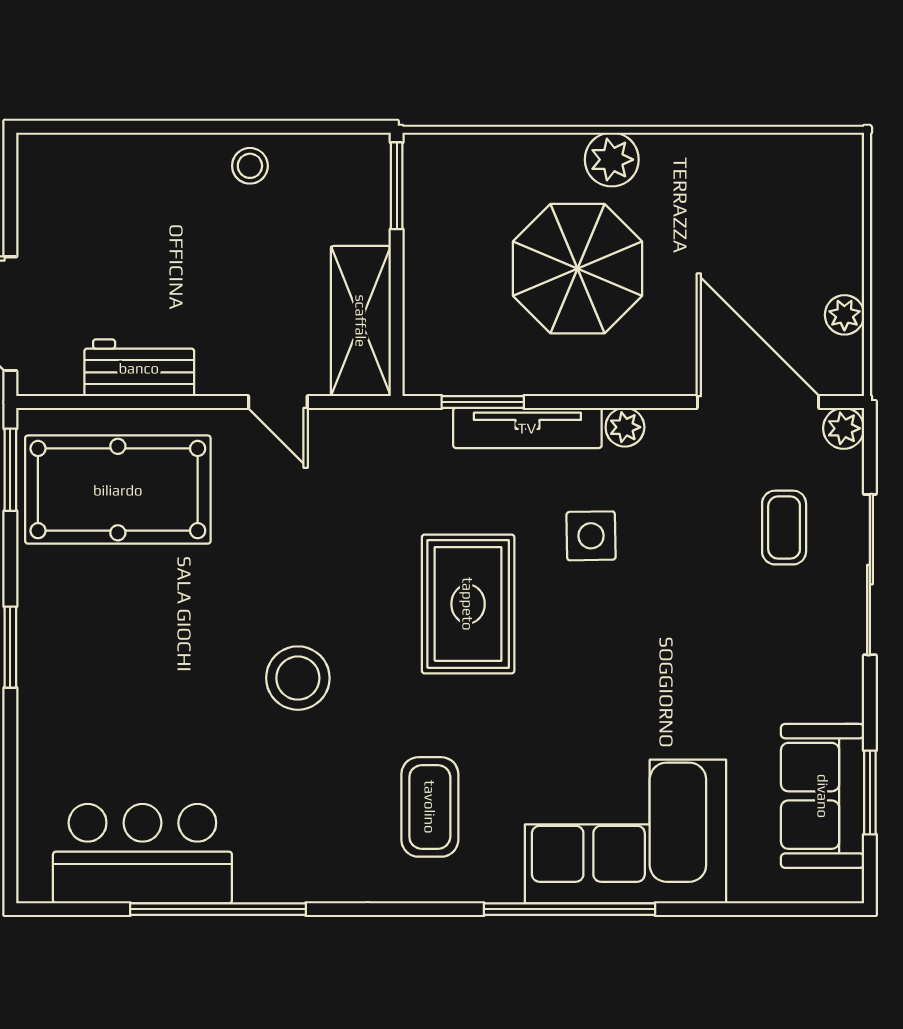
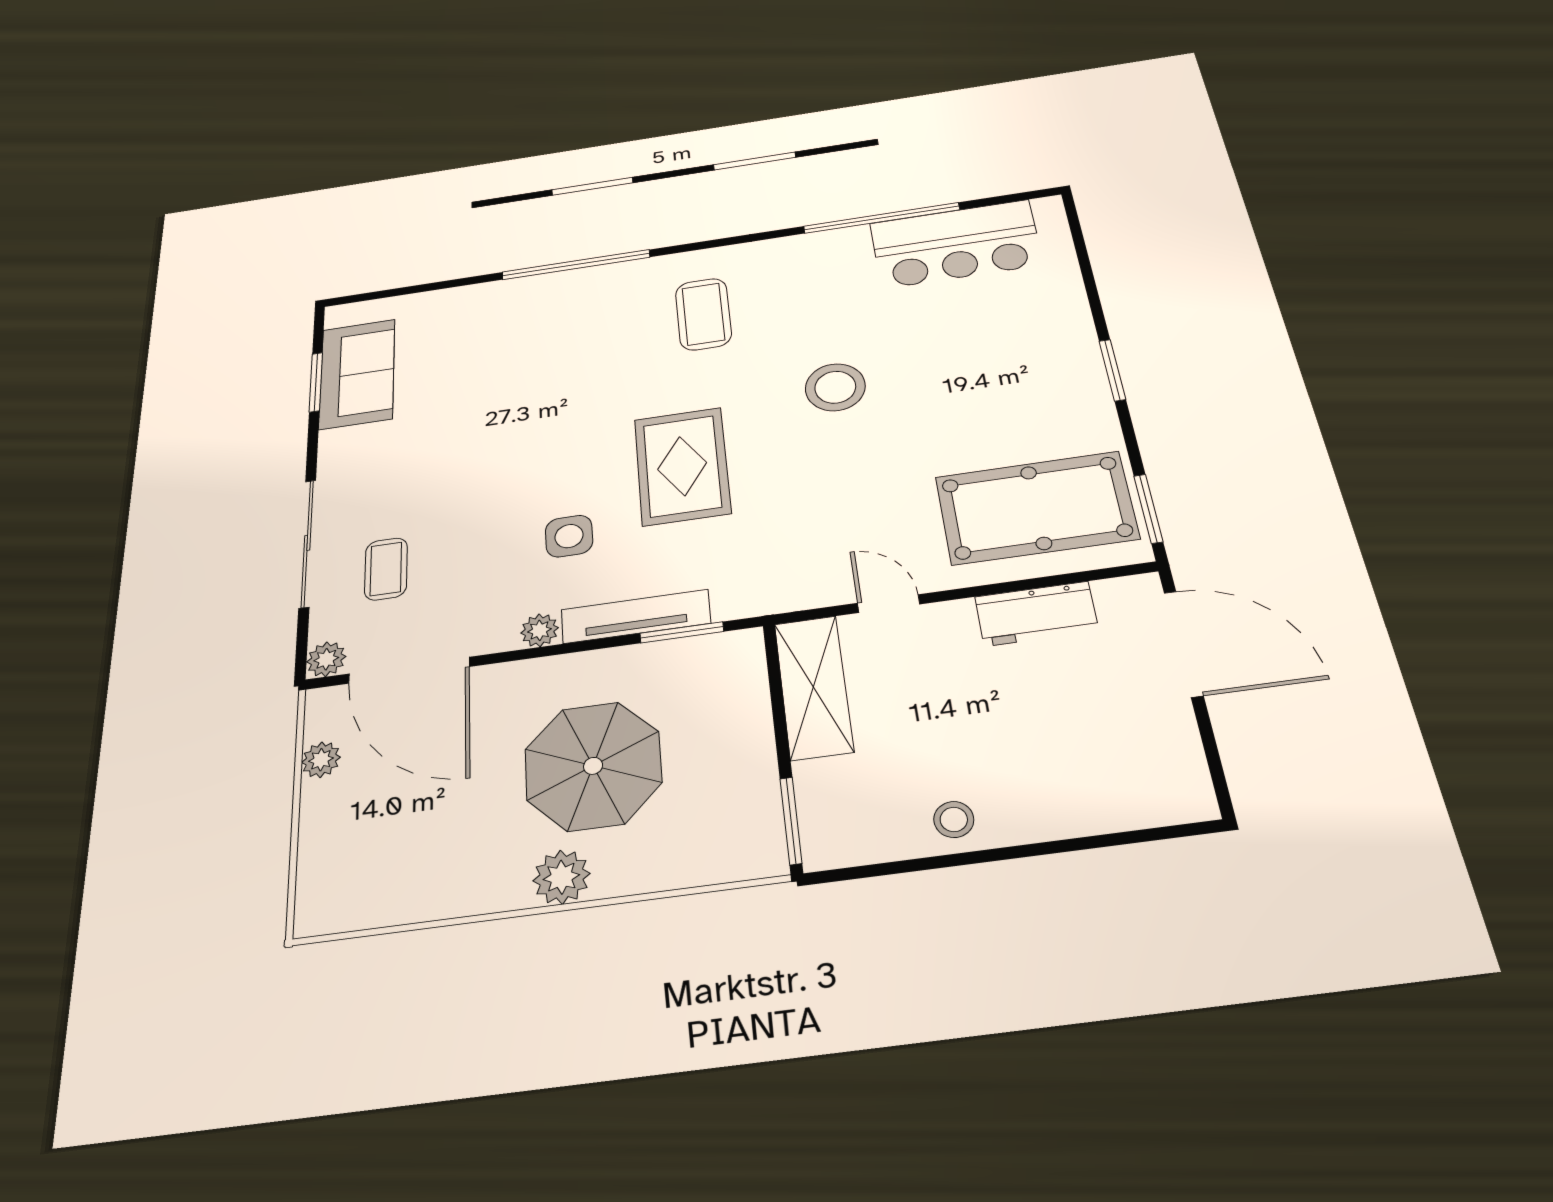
corner sofa: (626, 832) -> (529, 323), removed

